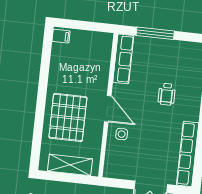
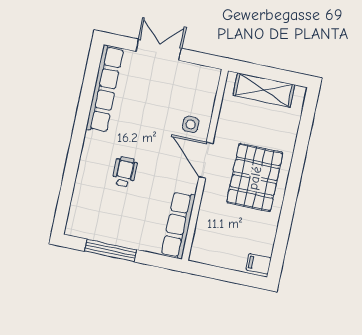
window: (155, 33) -> (111, 250), moved
pallet: (68, 117) -> (255, 178), moved

